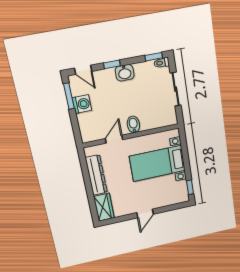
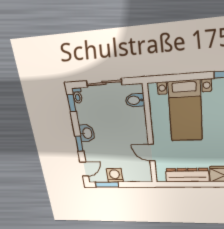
bidet: (133, 124) -> (135, 100), moved

